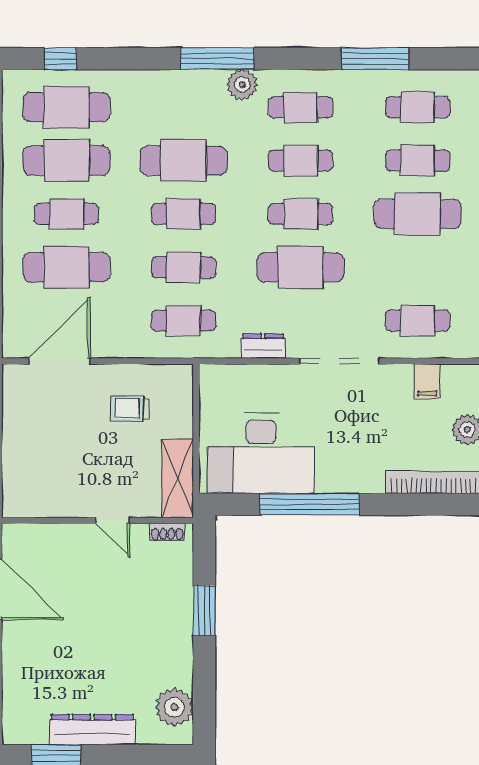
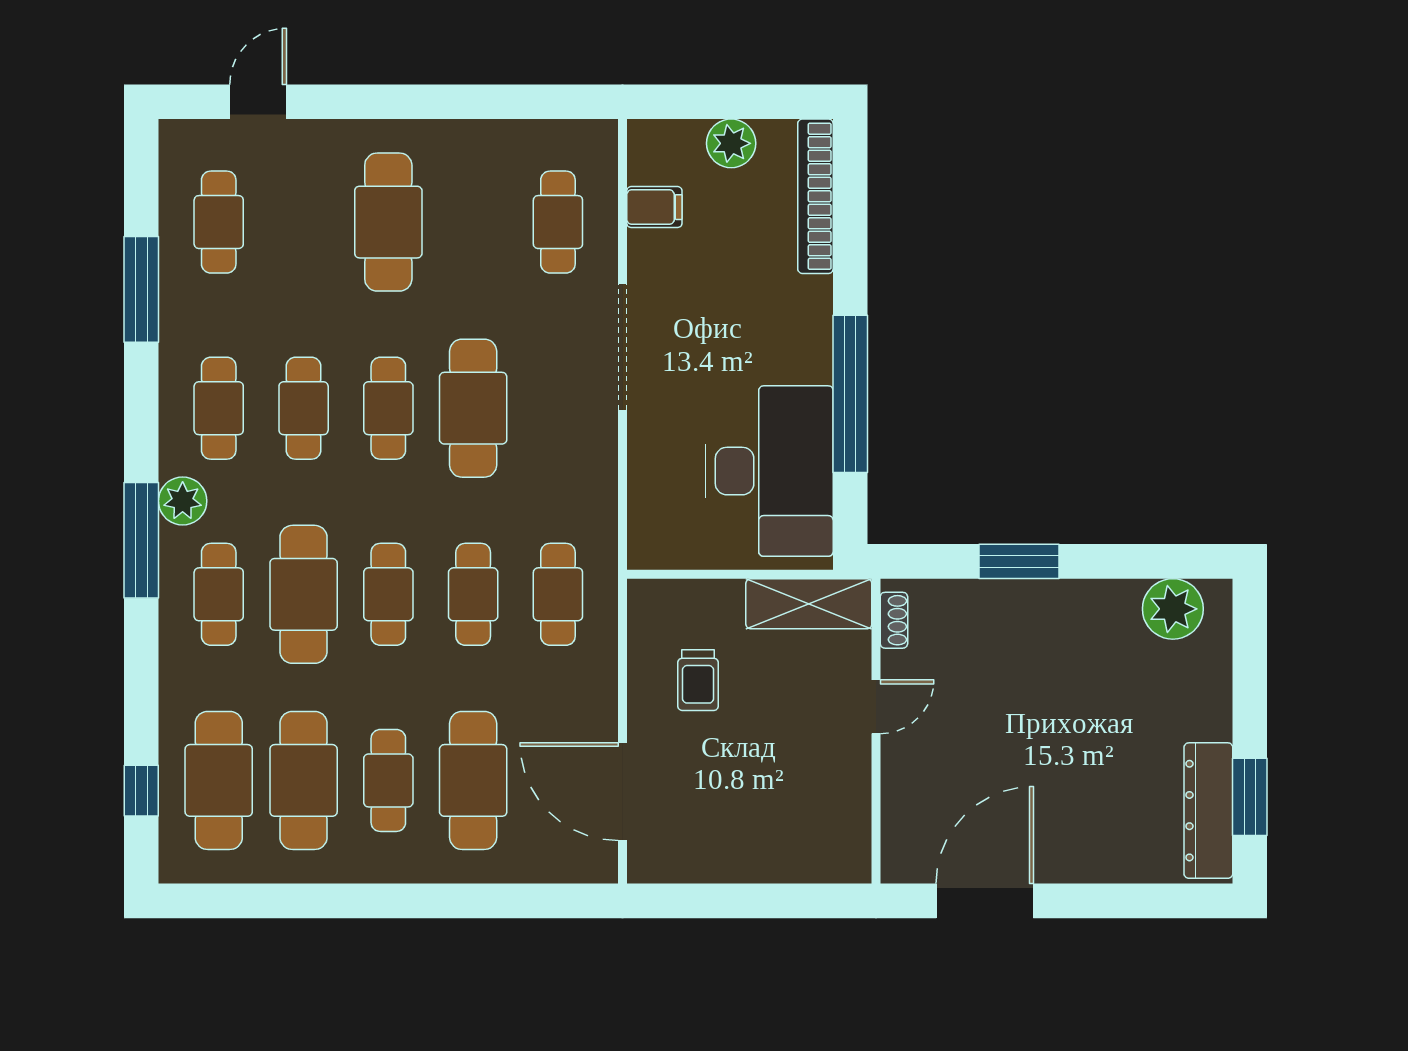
cafe table: (418, 161) -> (219, 594), moved
dresser: (263, 346) -> (599, 468), removed
dresser: (92, 730) -> (1208, 811), moved

